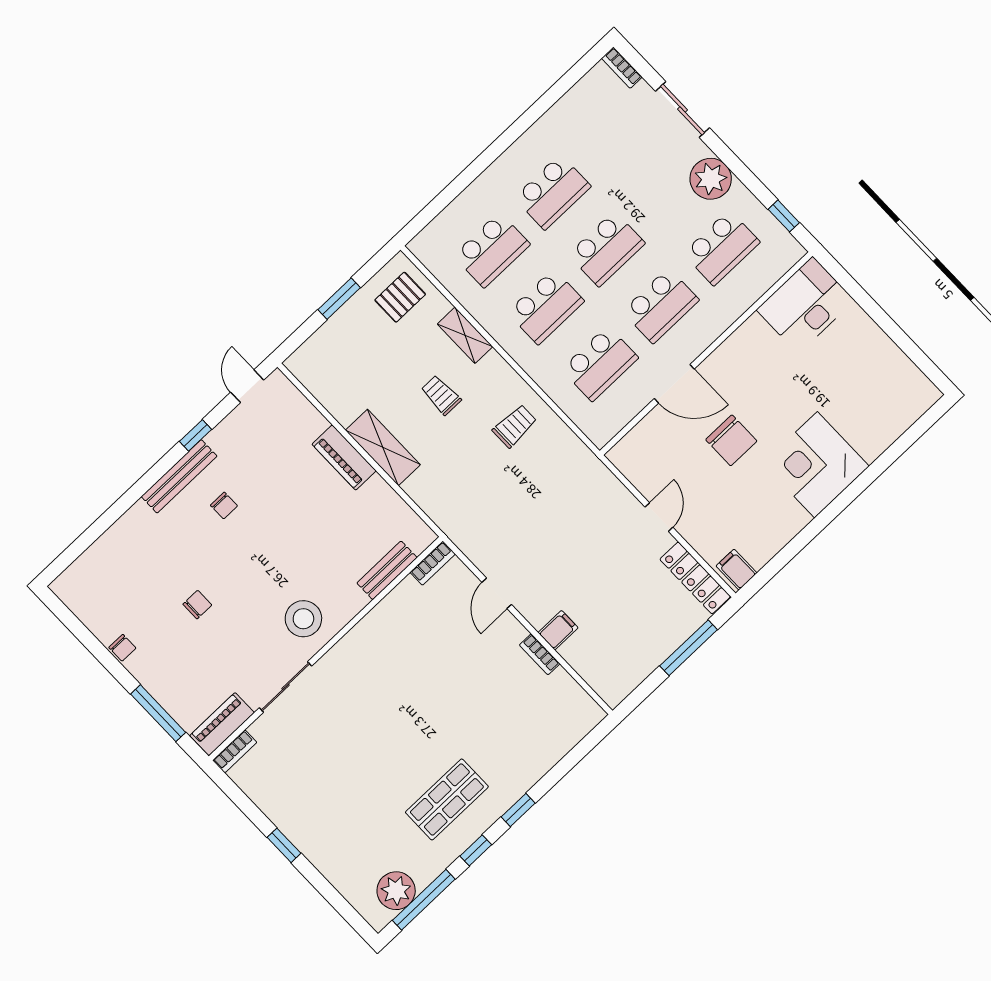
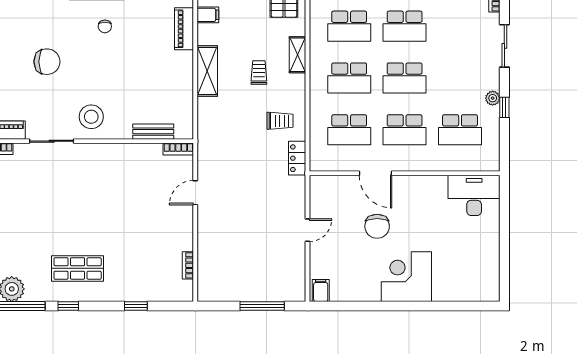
plant: (711, 179) -> (493, 98), width x0.53, depth x0.53
window: (784, 216) -> (504, 107), moved
piano: (344, 458) -> (184, 29), moved
locker: (695, 578) -> (297, 158), moved, width x0.66
chair: (197, 605) -> (47, 62), width x1.87, depth x1.87
filing cabinet: (558, 630) -> (208, 15), moved
bookcase: (540, 654) -> (188, 265), moved
window: (518, 810) -> (136, 306), moved

